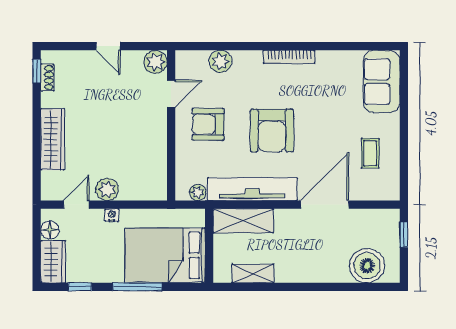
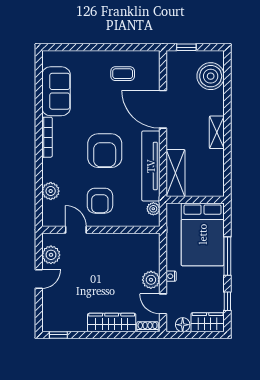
plant: (155, 62) -> (51, 255), moved
shoe rack: (47, 78) -> (148, 327), moved
sofa: (382, 82) -> (56, 91), moved, turned -90
armchair: (272, 130) -> (105, 151), turned 90
shelving: (253, 274) -> (217, 132), moved

